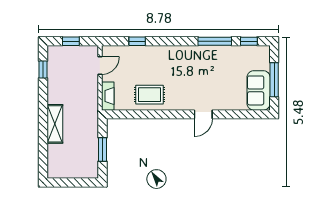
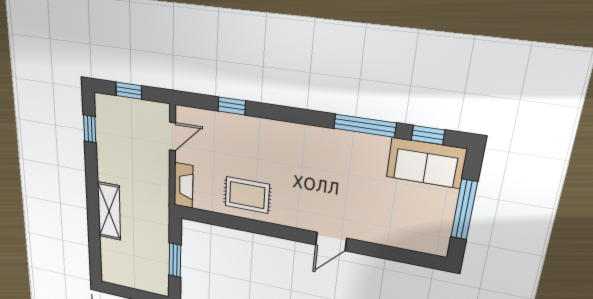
sofa: (259, 90) -> (426, 163), moved, turned -90

